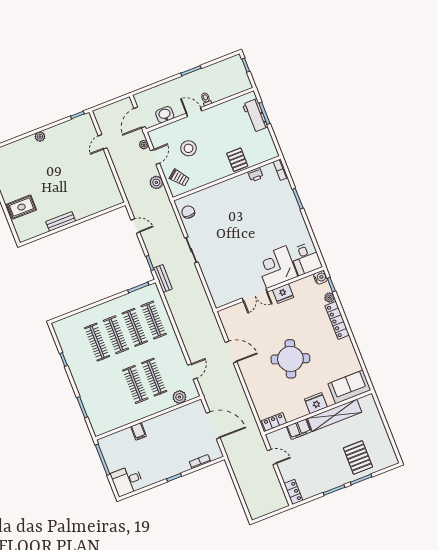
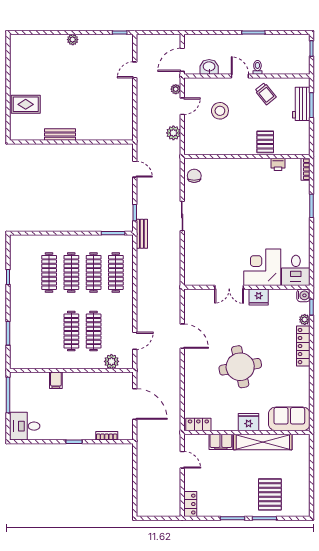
trolley: (179, 178) -> (266, 94), moved
round table: (290, 359) -> (240, 367), turned -30

